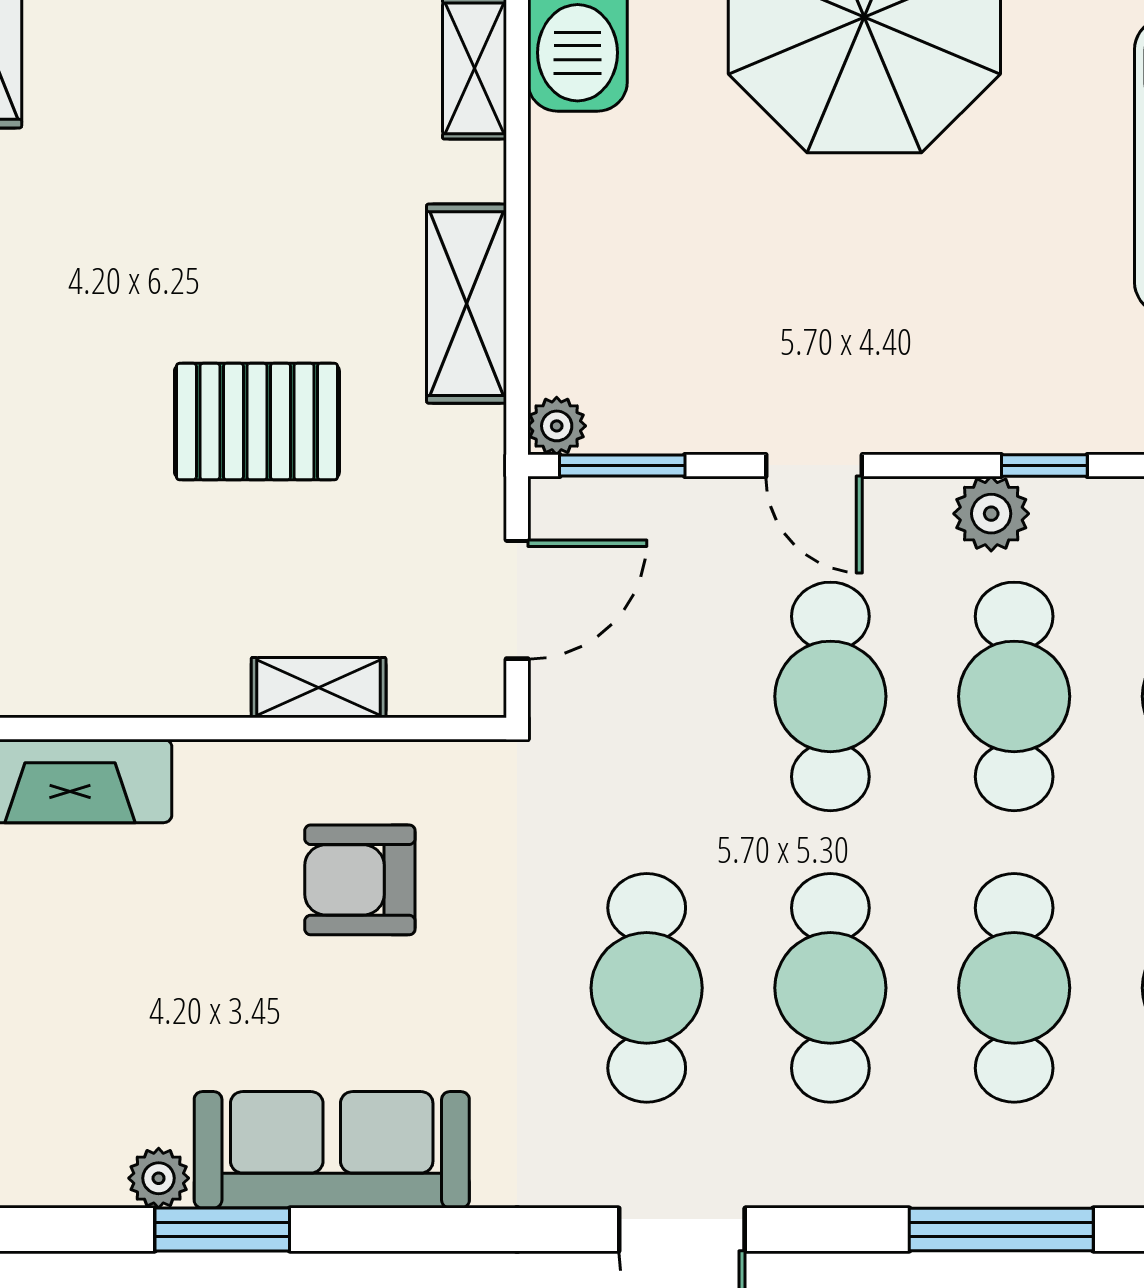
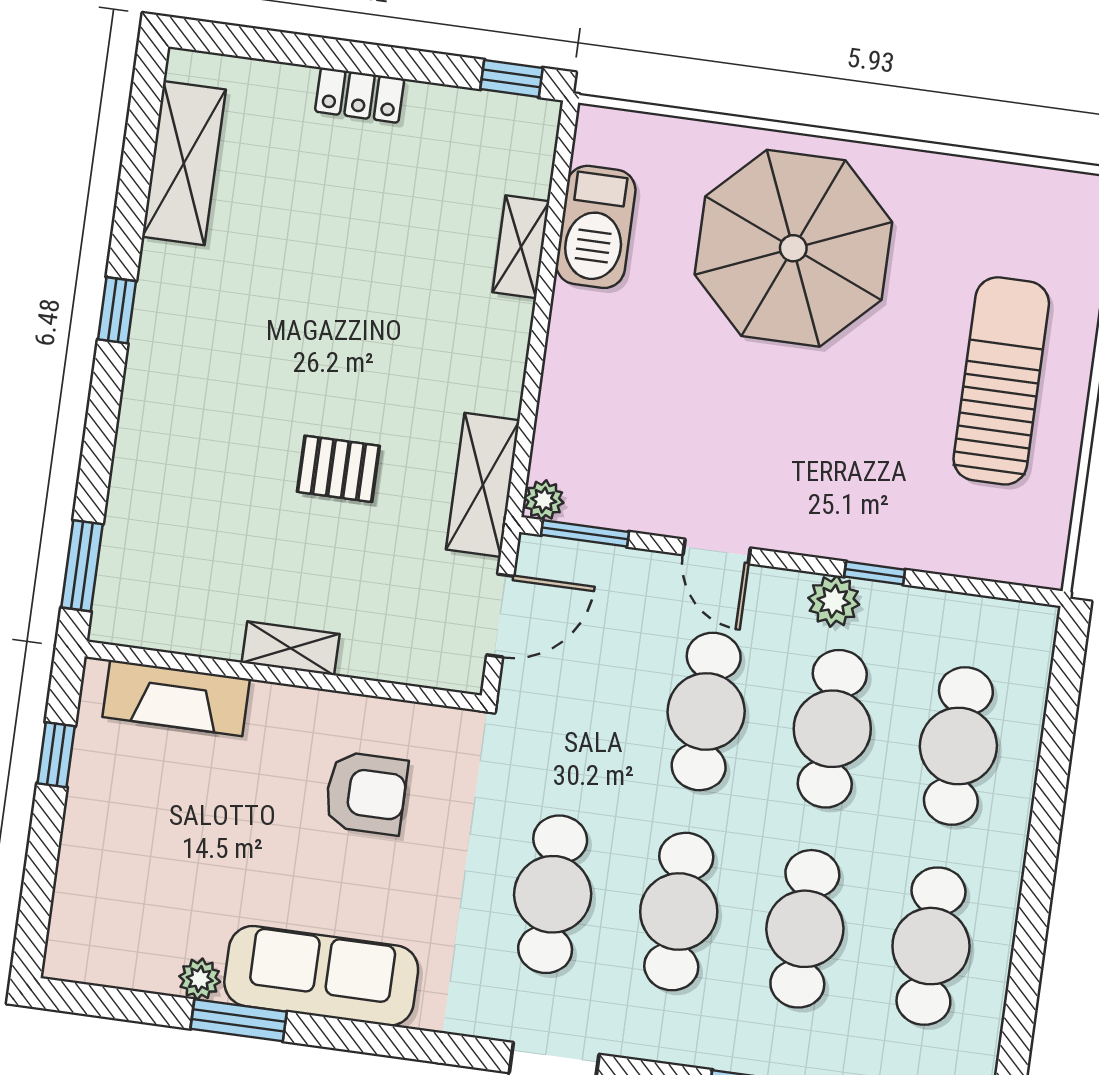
shelving: (467, 304) -> (483, 485), moved
pallet: (257, 422) -> (338, 469), width x0.67, depth x0.71
shelving: (319, 688) -> (291, 648), moved
armchair: (360, 880) -> (366, 793), turned 180

